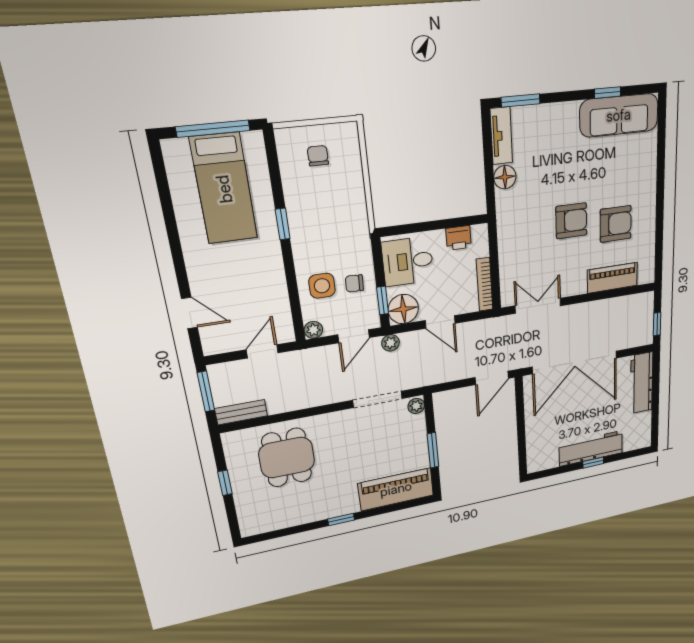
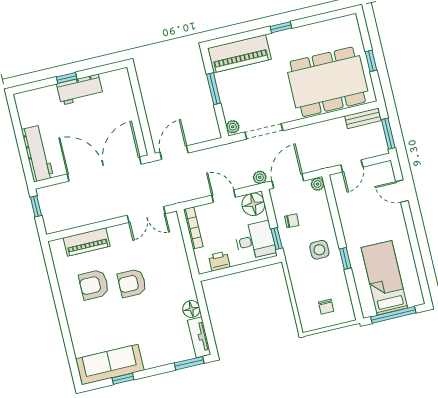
side table: (322, 286) -> (319, 250), moved
window: (383, 300) -> (277, 239), moved
door: (354, 336) -> (288, 181), width x1.38
workbench: (591, 448) -> (80, 90), width x0.73
dining table: (287, 458) -> (328, 82), width x1.88, depth x1.24

